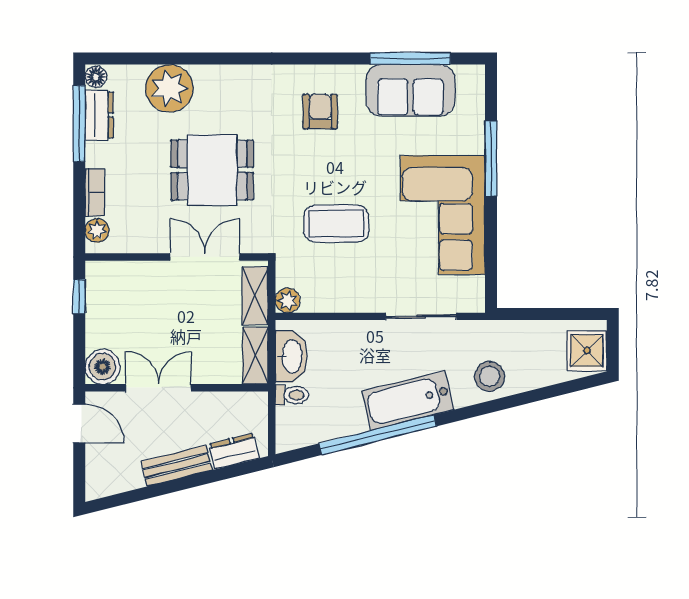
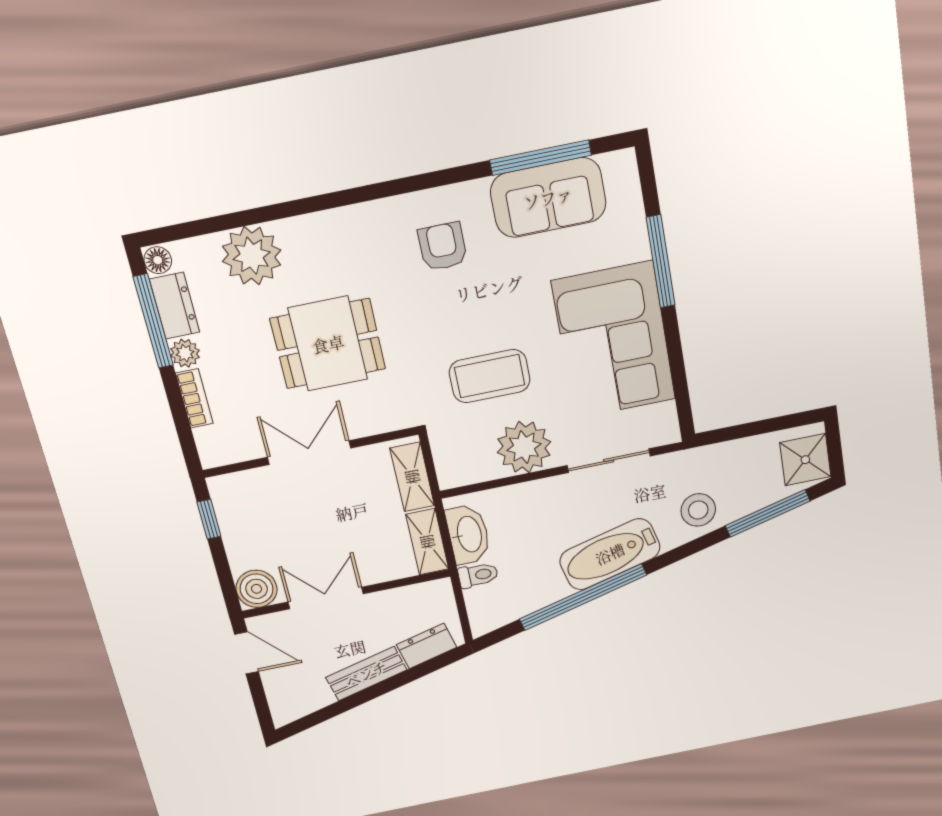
plant: (97, 231) -> (185, 353), moved
double door: (205, 257) -> (309, 453), moved
plant: (288, 300) -> (524, 447), moved, width x1.88, depth x1.88
window: (548, 392) -> (768, 513), added

